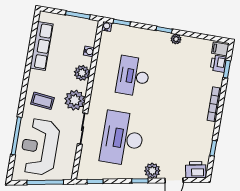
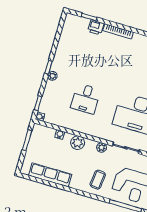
plant: (176, 39) -> (53, 76), moved
filing cabinet: (220, 49) -> (71, 21), removed
printer: (218, 64) -> (96, 27), moved
desk: (133, 76) -> (86, 99), width x0.73
plant: (75, 100) -> (102, 148), width x0.53, depth x0.53

